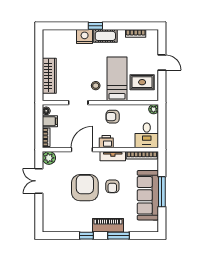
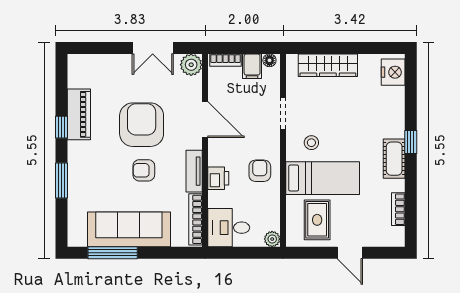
nightstand: (85, 37) -> (393, 72), moved
door: (162, 62) -> (350, 253), hinge flipped
printer: (106, 142) -> (218, 178), moved
double door: (39, 181) -> (153, 48), swing flipped
armchair: (85, 188) -> (142, 125), turned -90
window: (162, 192) -> (113, 253), moved
piano: (108, 225) -> (79, 114), moved

